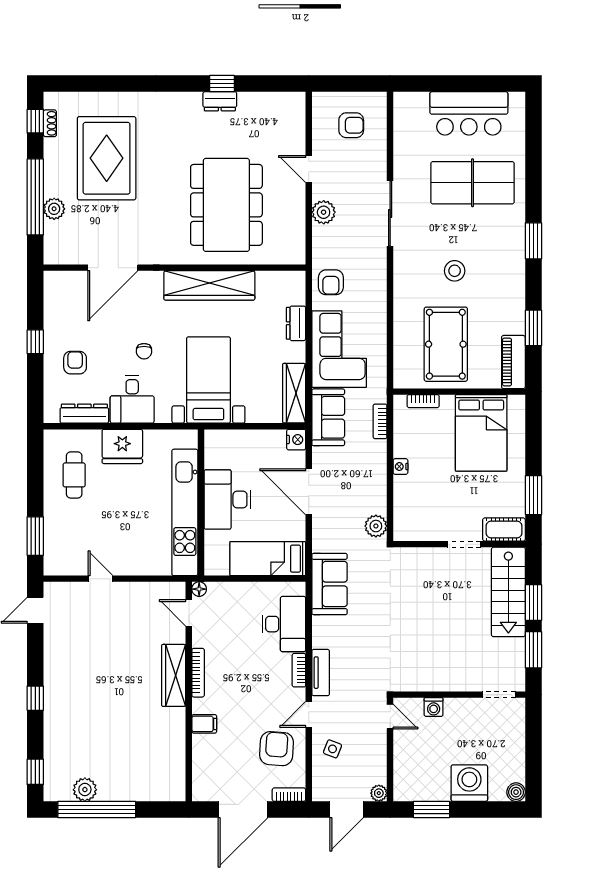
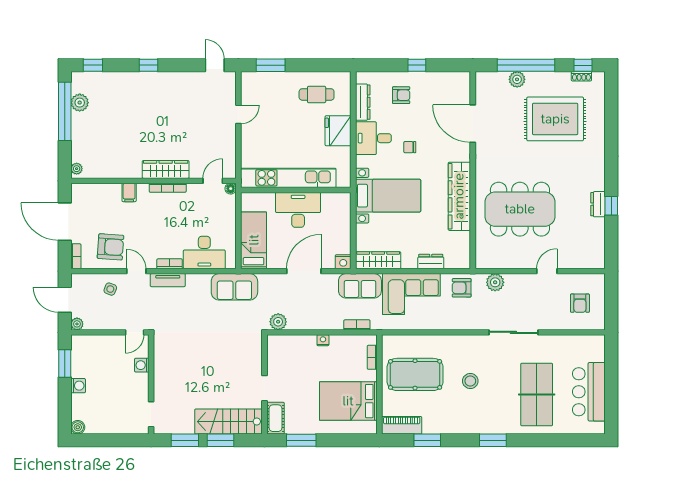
plant: (324, 212) -> (495, 282), moved
washing machine: (469, 783) -> (78, 386), width x0.53, depth x0.53
plant: (173, 794) -> (77, 169), added

